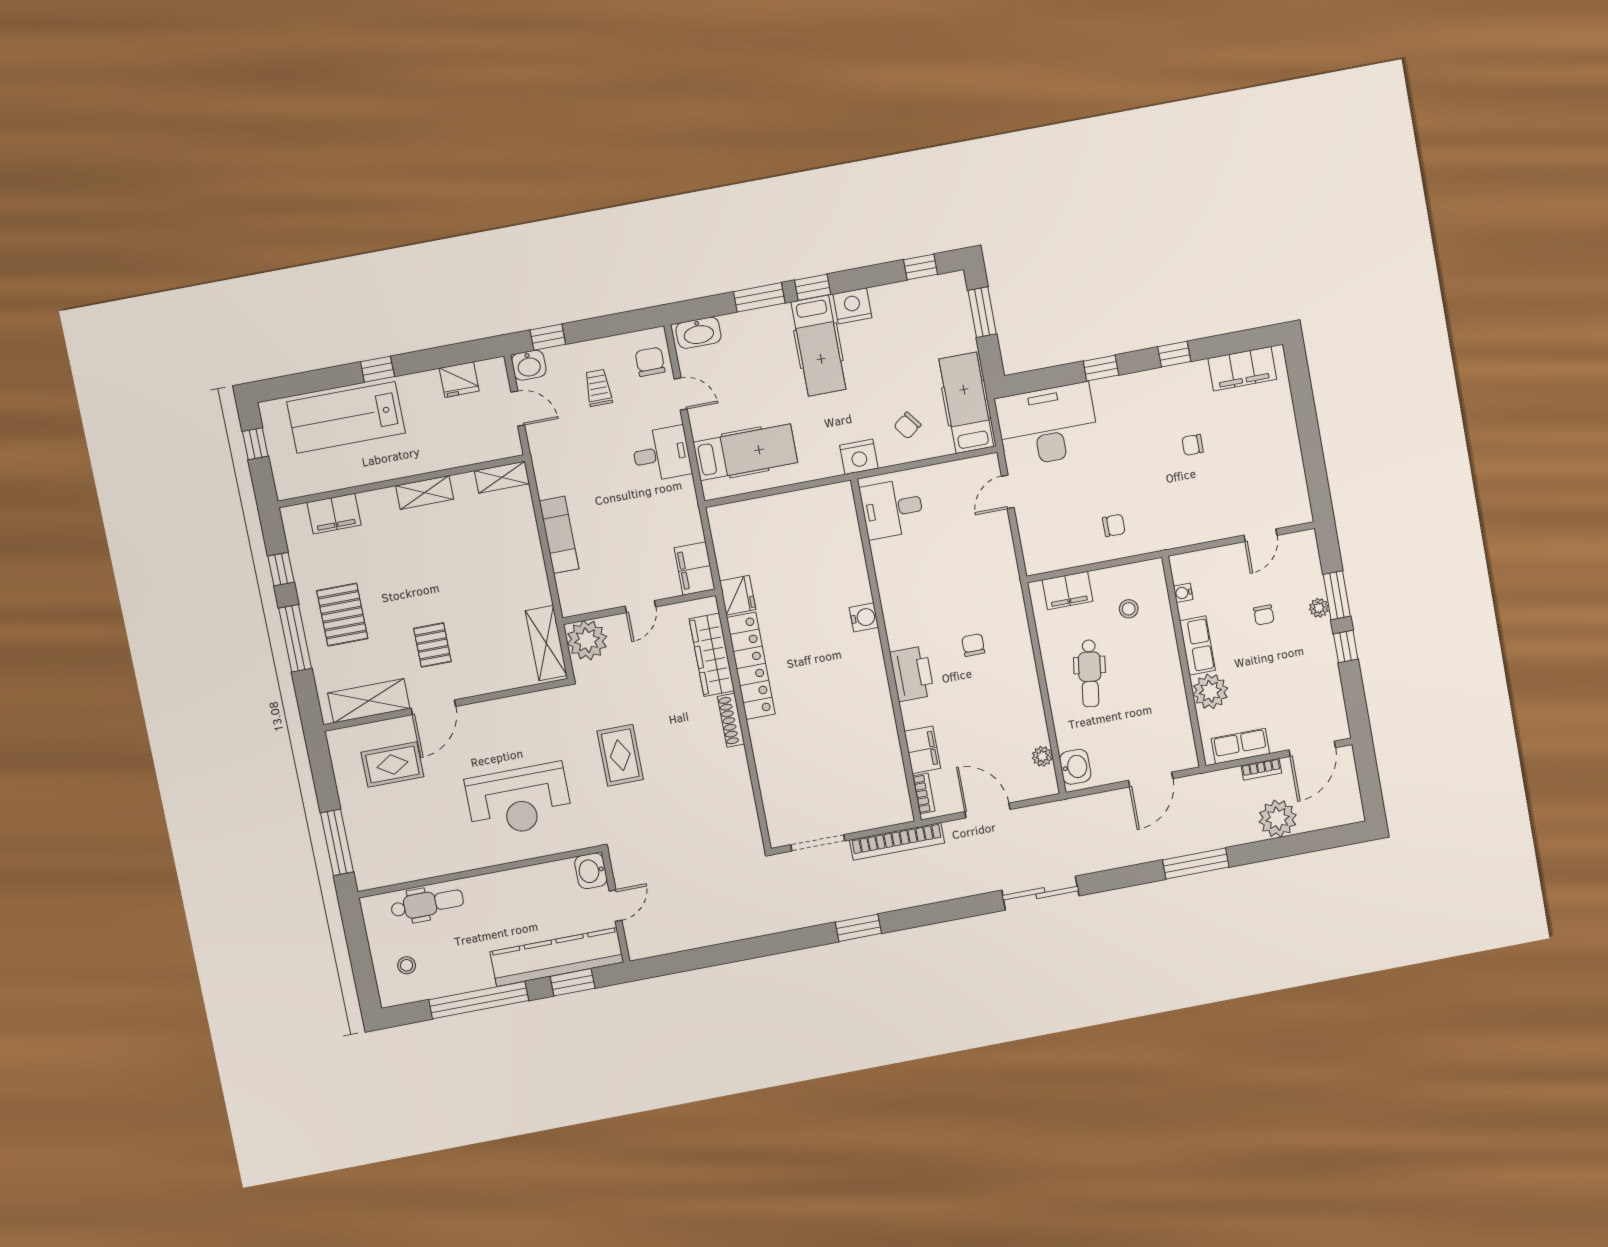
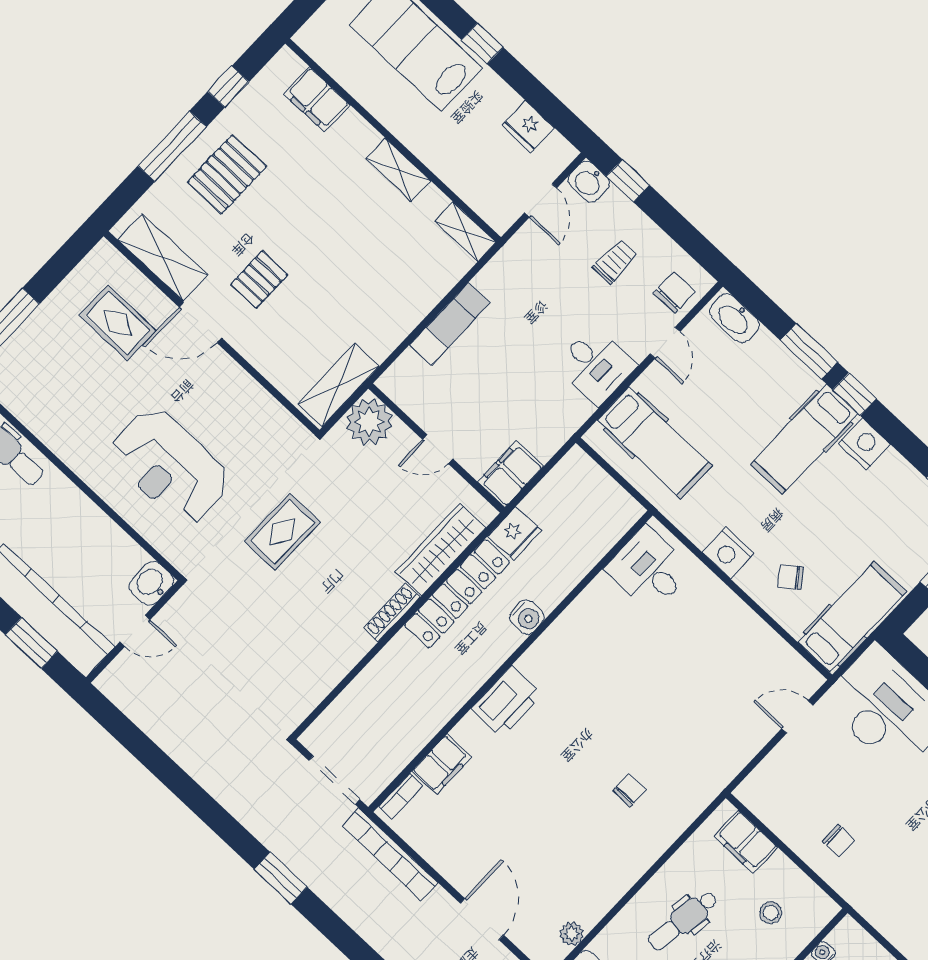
desk: (892, 509) -> (649, 569), moved
water cooler: (864, 617) -> (527, 617), moved
wall: (886, 651) -> (510, 661), moved
printer: (912, 674) -> (507, 702), moved
filing cabinet: (922, 750) -> (442, 764), moved
bookcase: (924, 794) -> (401, 796), moved

